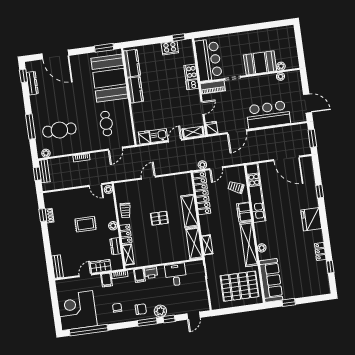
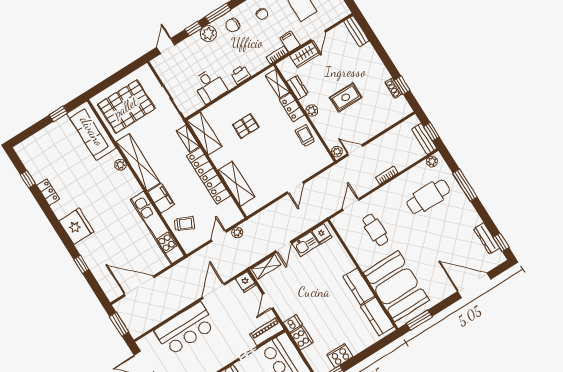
locker: (202, 193) -> (209, 176), moved
shelving: (189, 211) -> (236, 184), moved
pallet: (159, 218) -> (246, 126), moved
filing cabinet: (139, 275) -> (253, 65), removed

